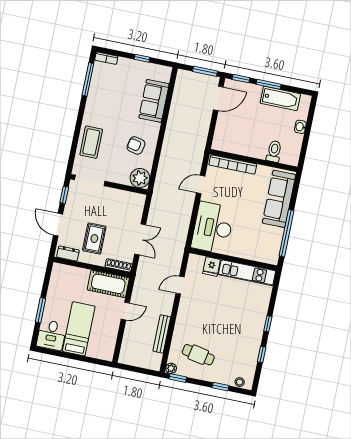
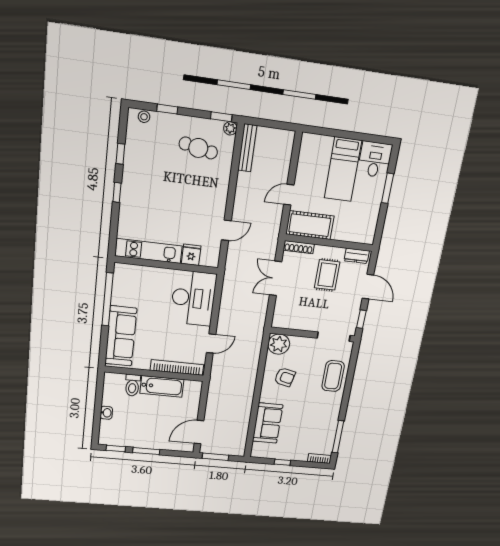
window: (241, 79) -> (116, 449), moved
bathtub: (280, 98) -> (162, 386), moved, turned 180
bench: (162, 334) -> (247, 148), moved

